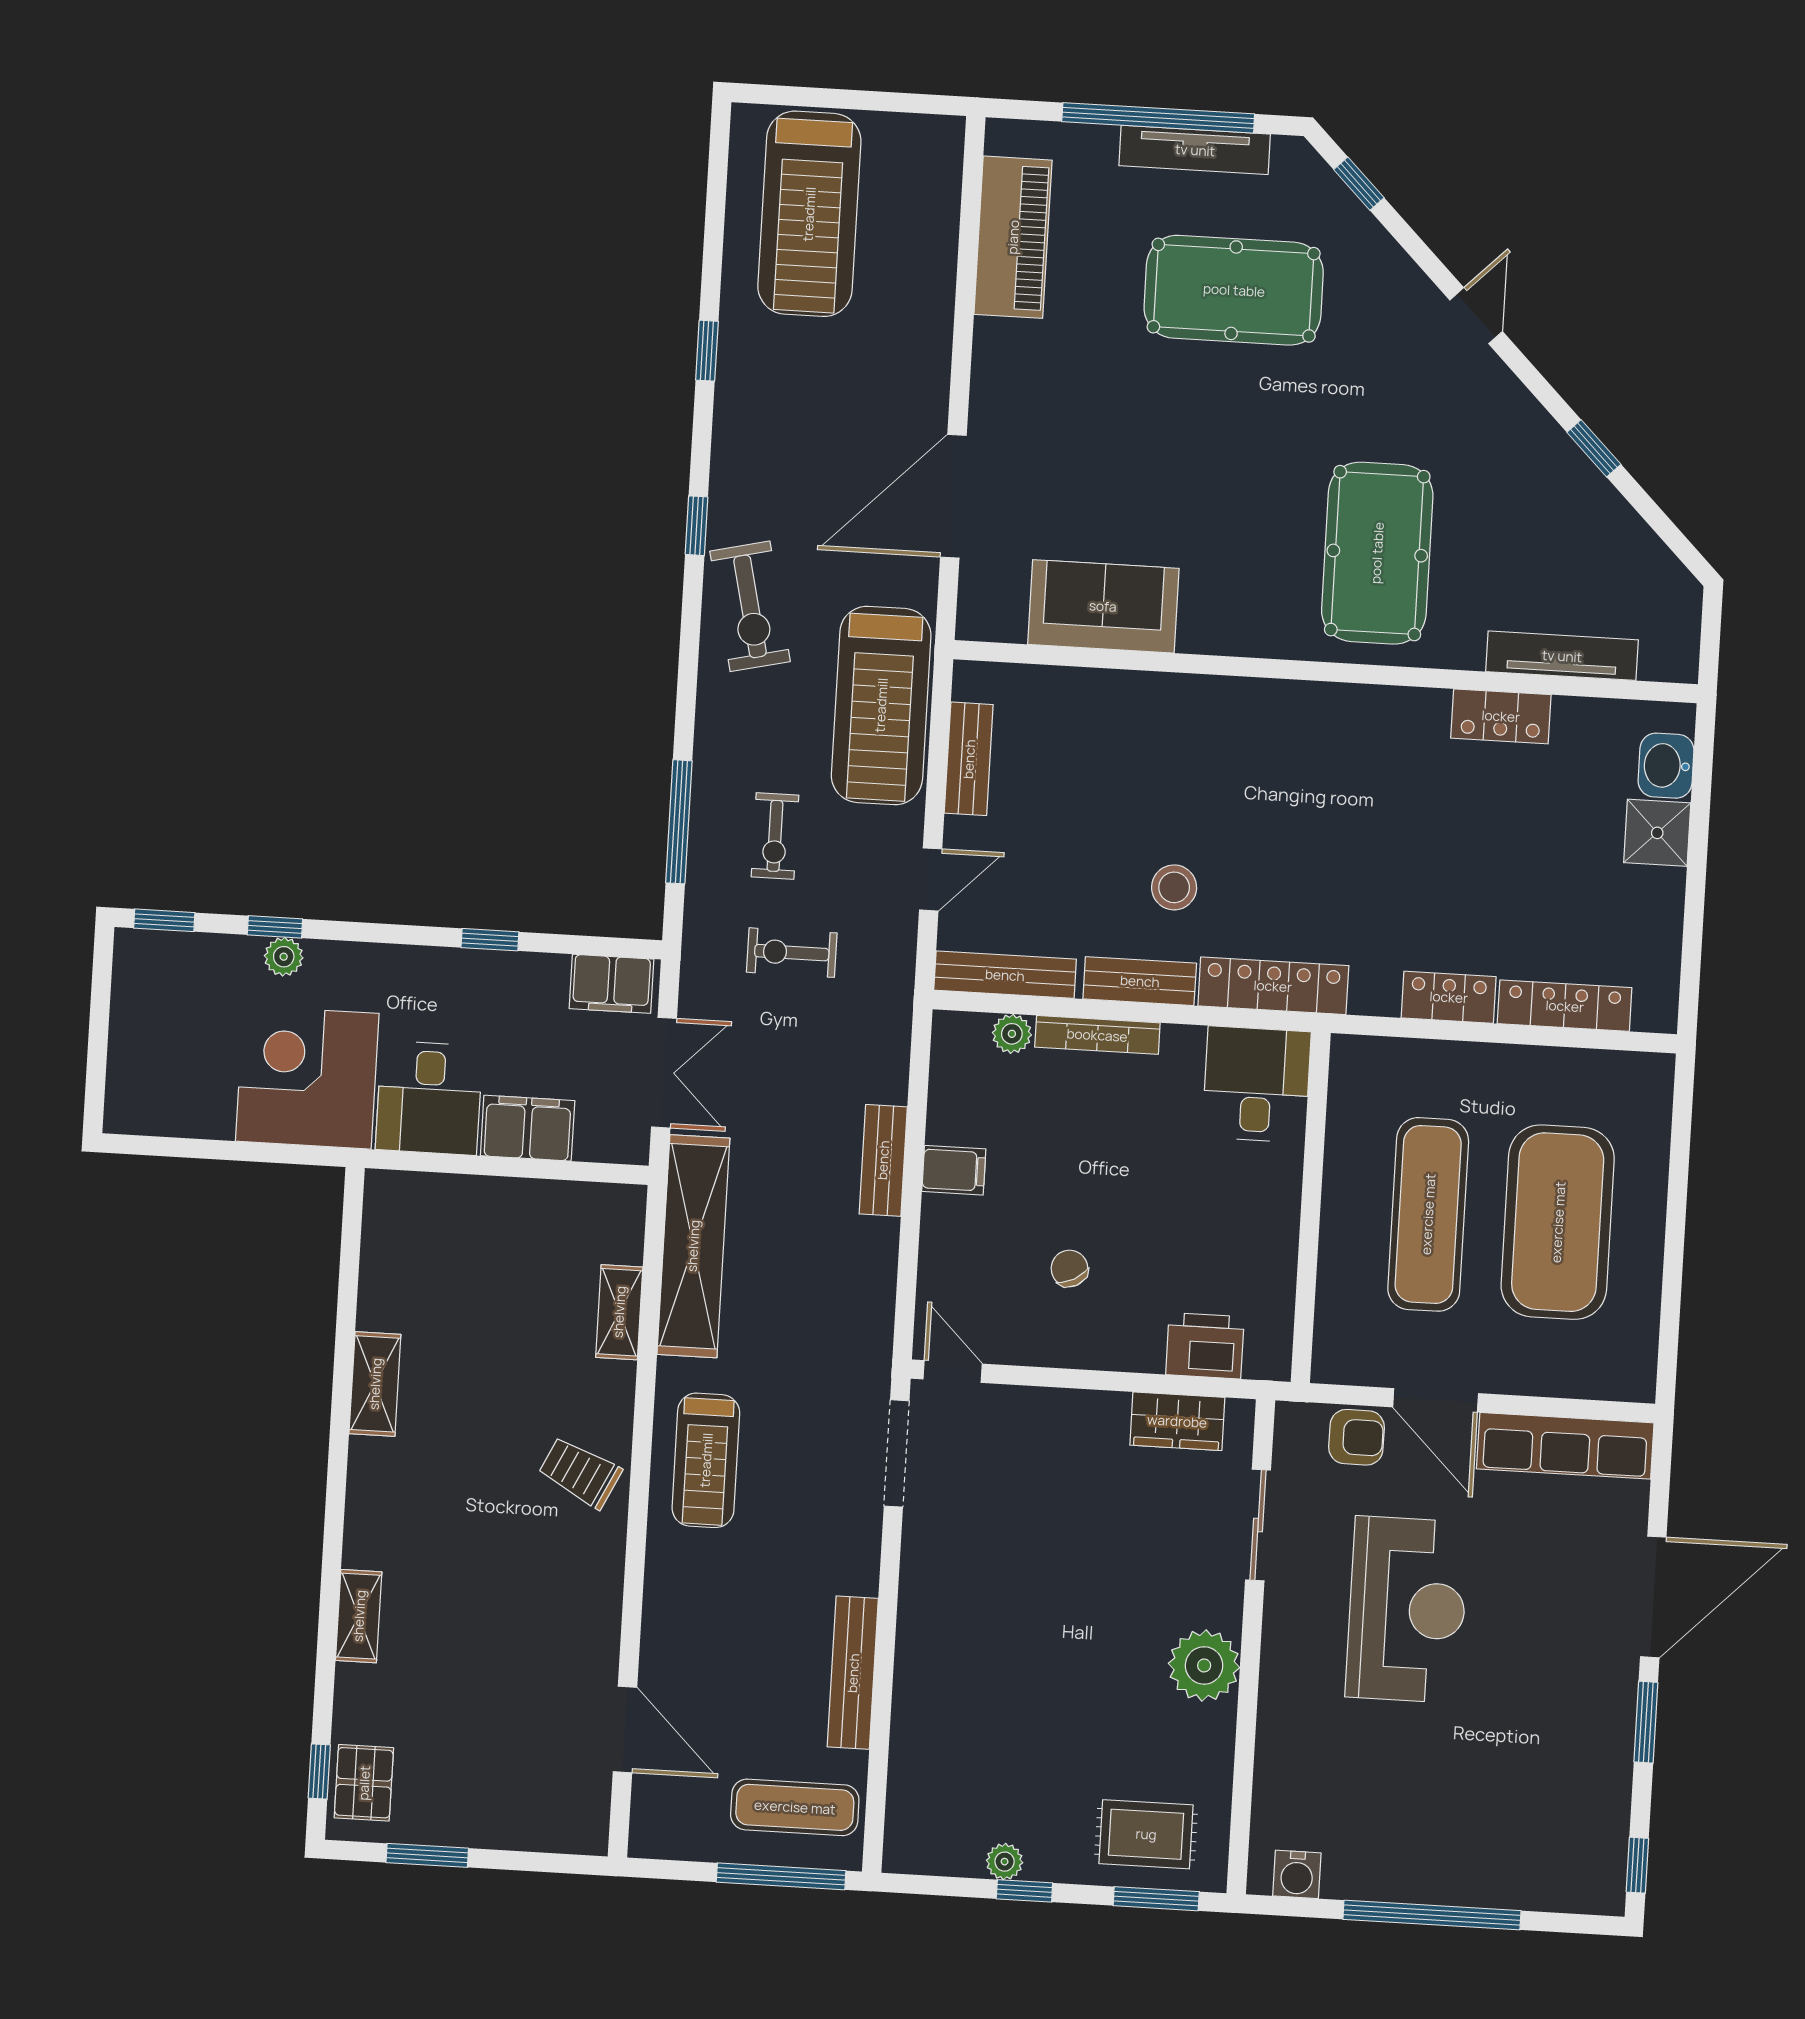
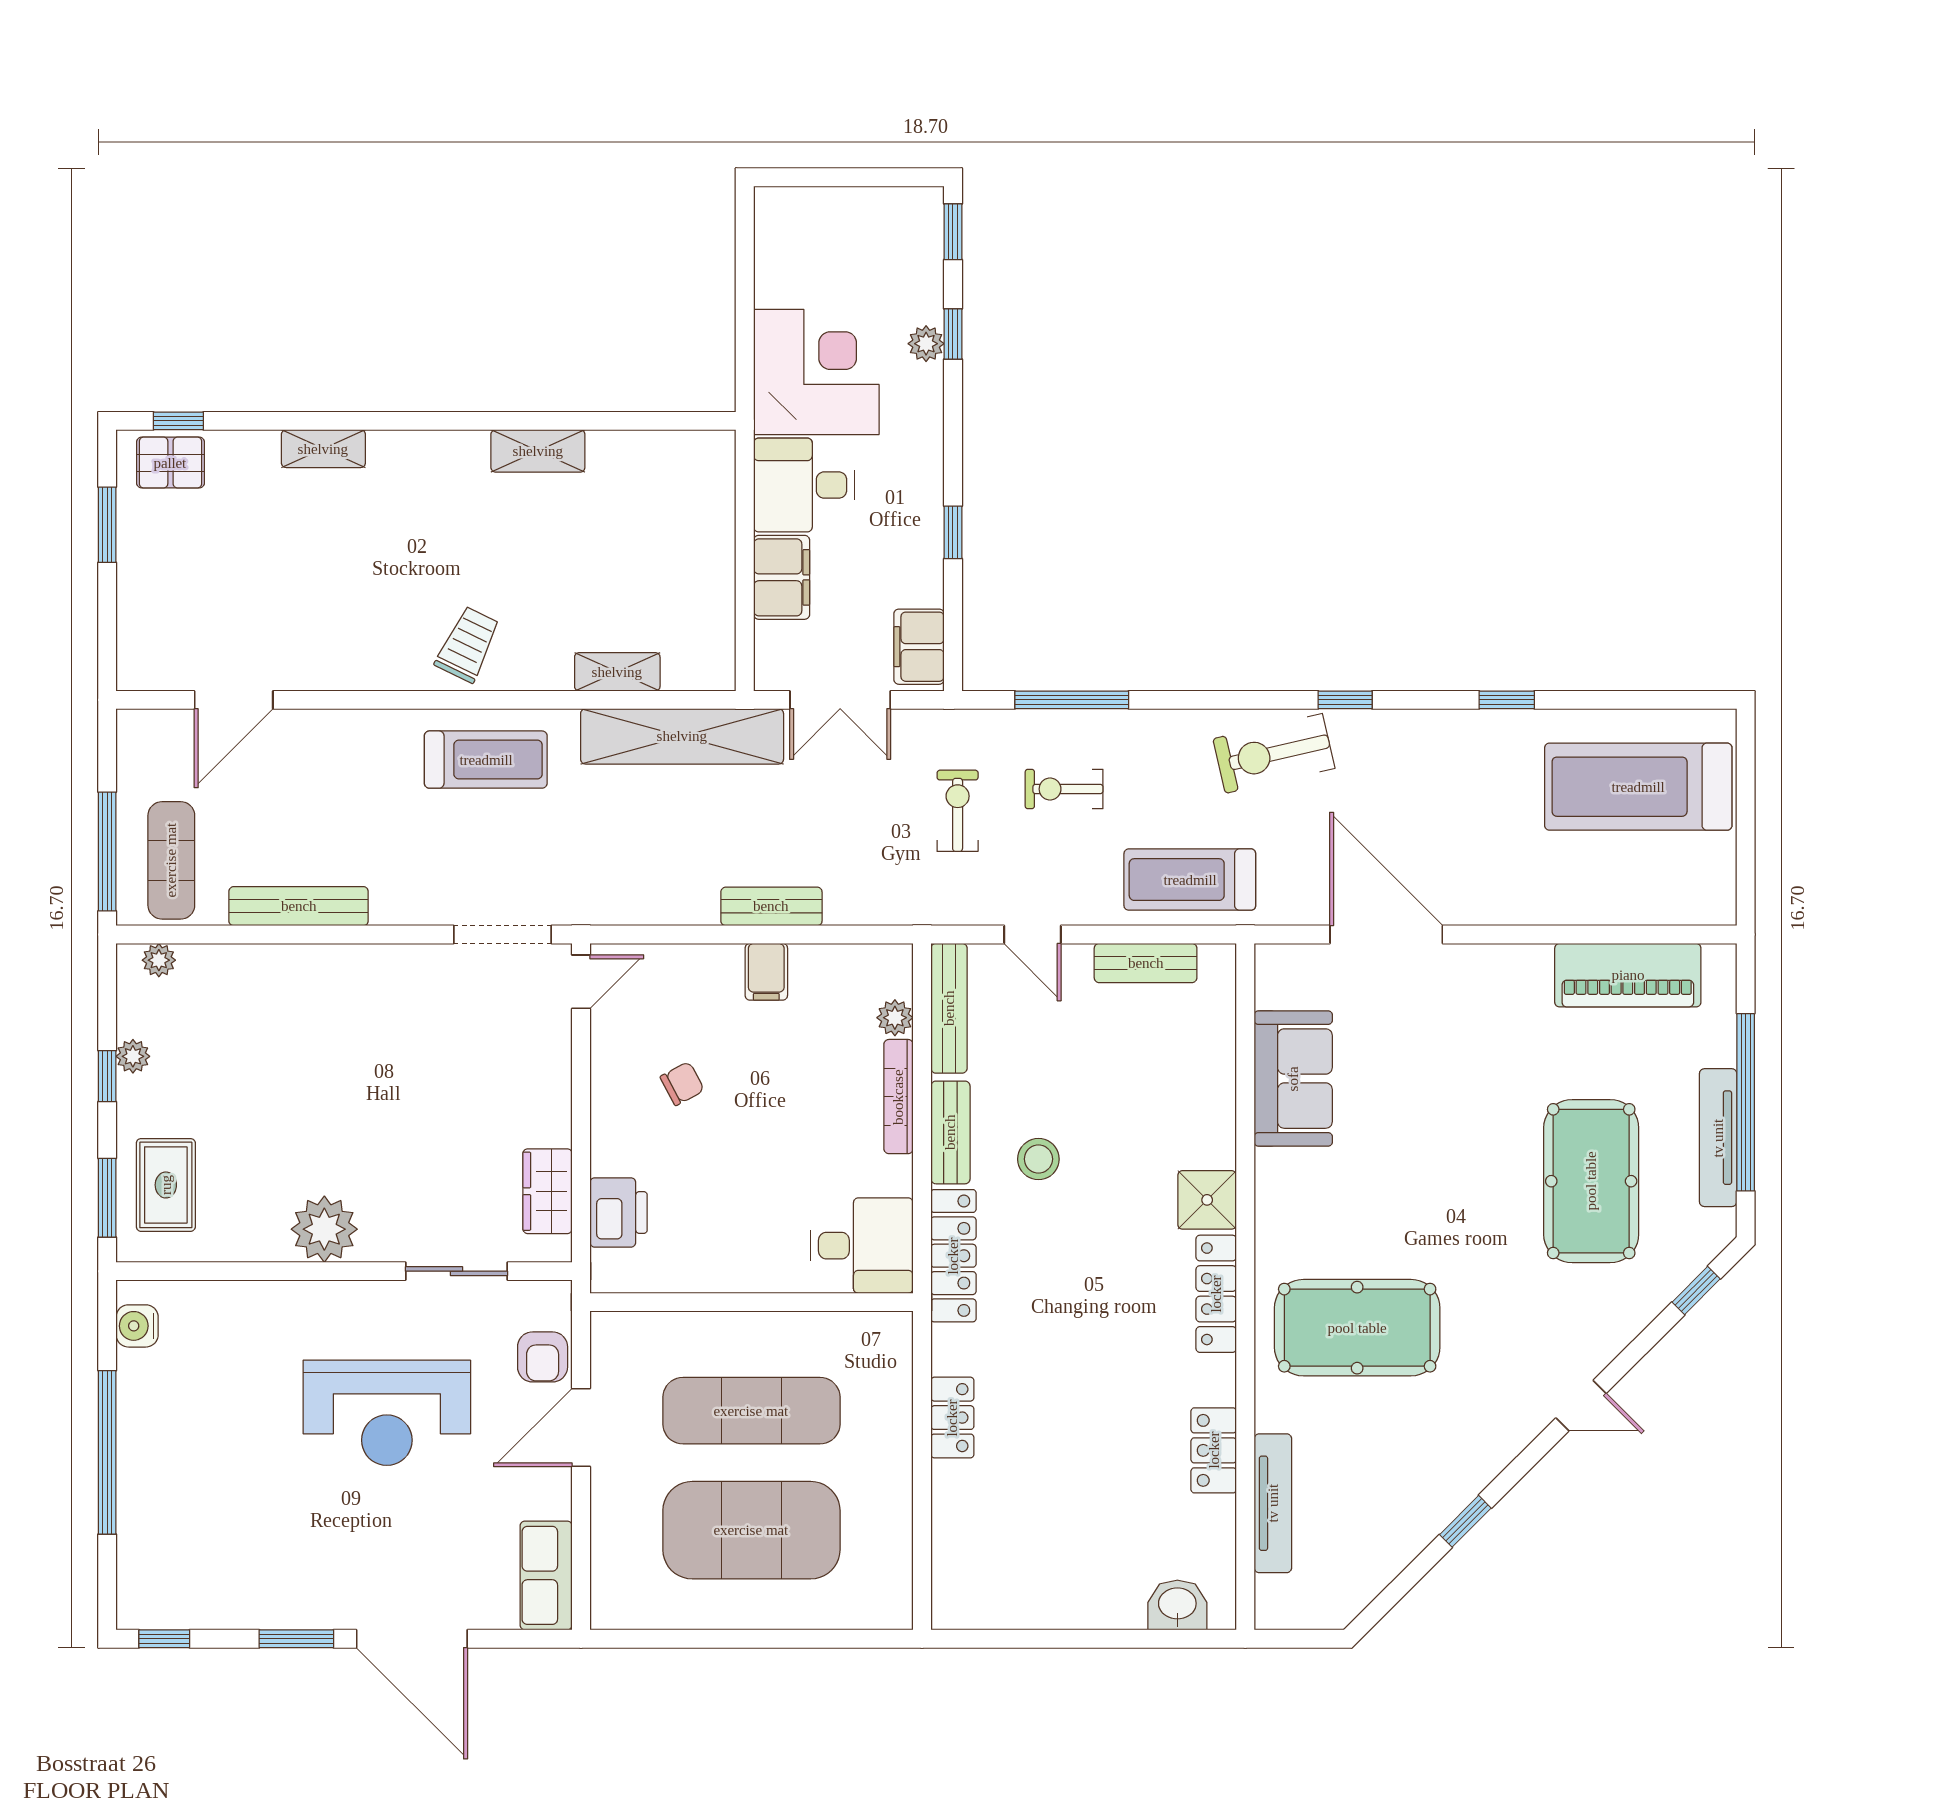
treadmill: (881, 705) -> (1190, 880), width x0.73, depth x0.73
shower: (1657, 833) -> (1207, 1200), moved
locker: (1565, 1006) -> (1216, 1294), moved, turned 180
row of seats: (1565, 1446) -> (546, 1575), width x0.68
treadmill: (706, 1460) -> (486, 760), turned 180
plant: (902, 1827) -> (159, 960), added

